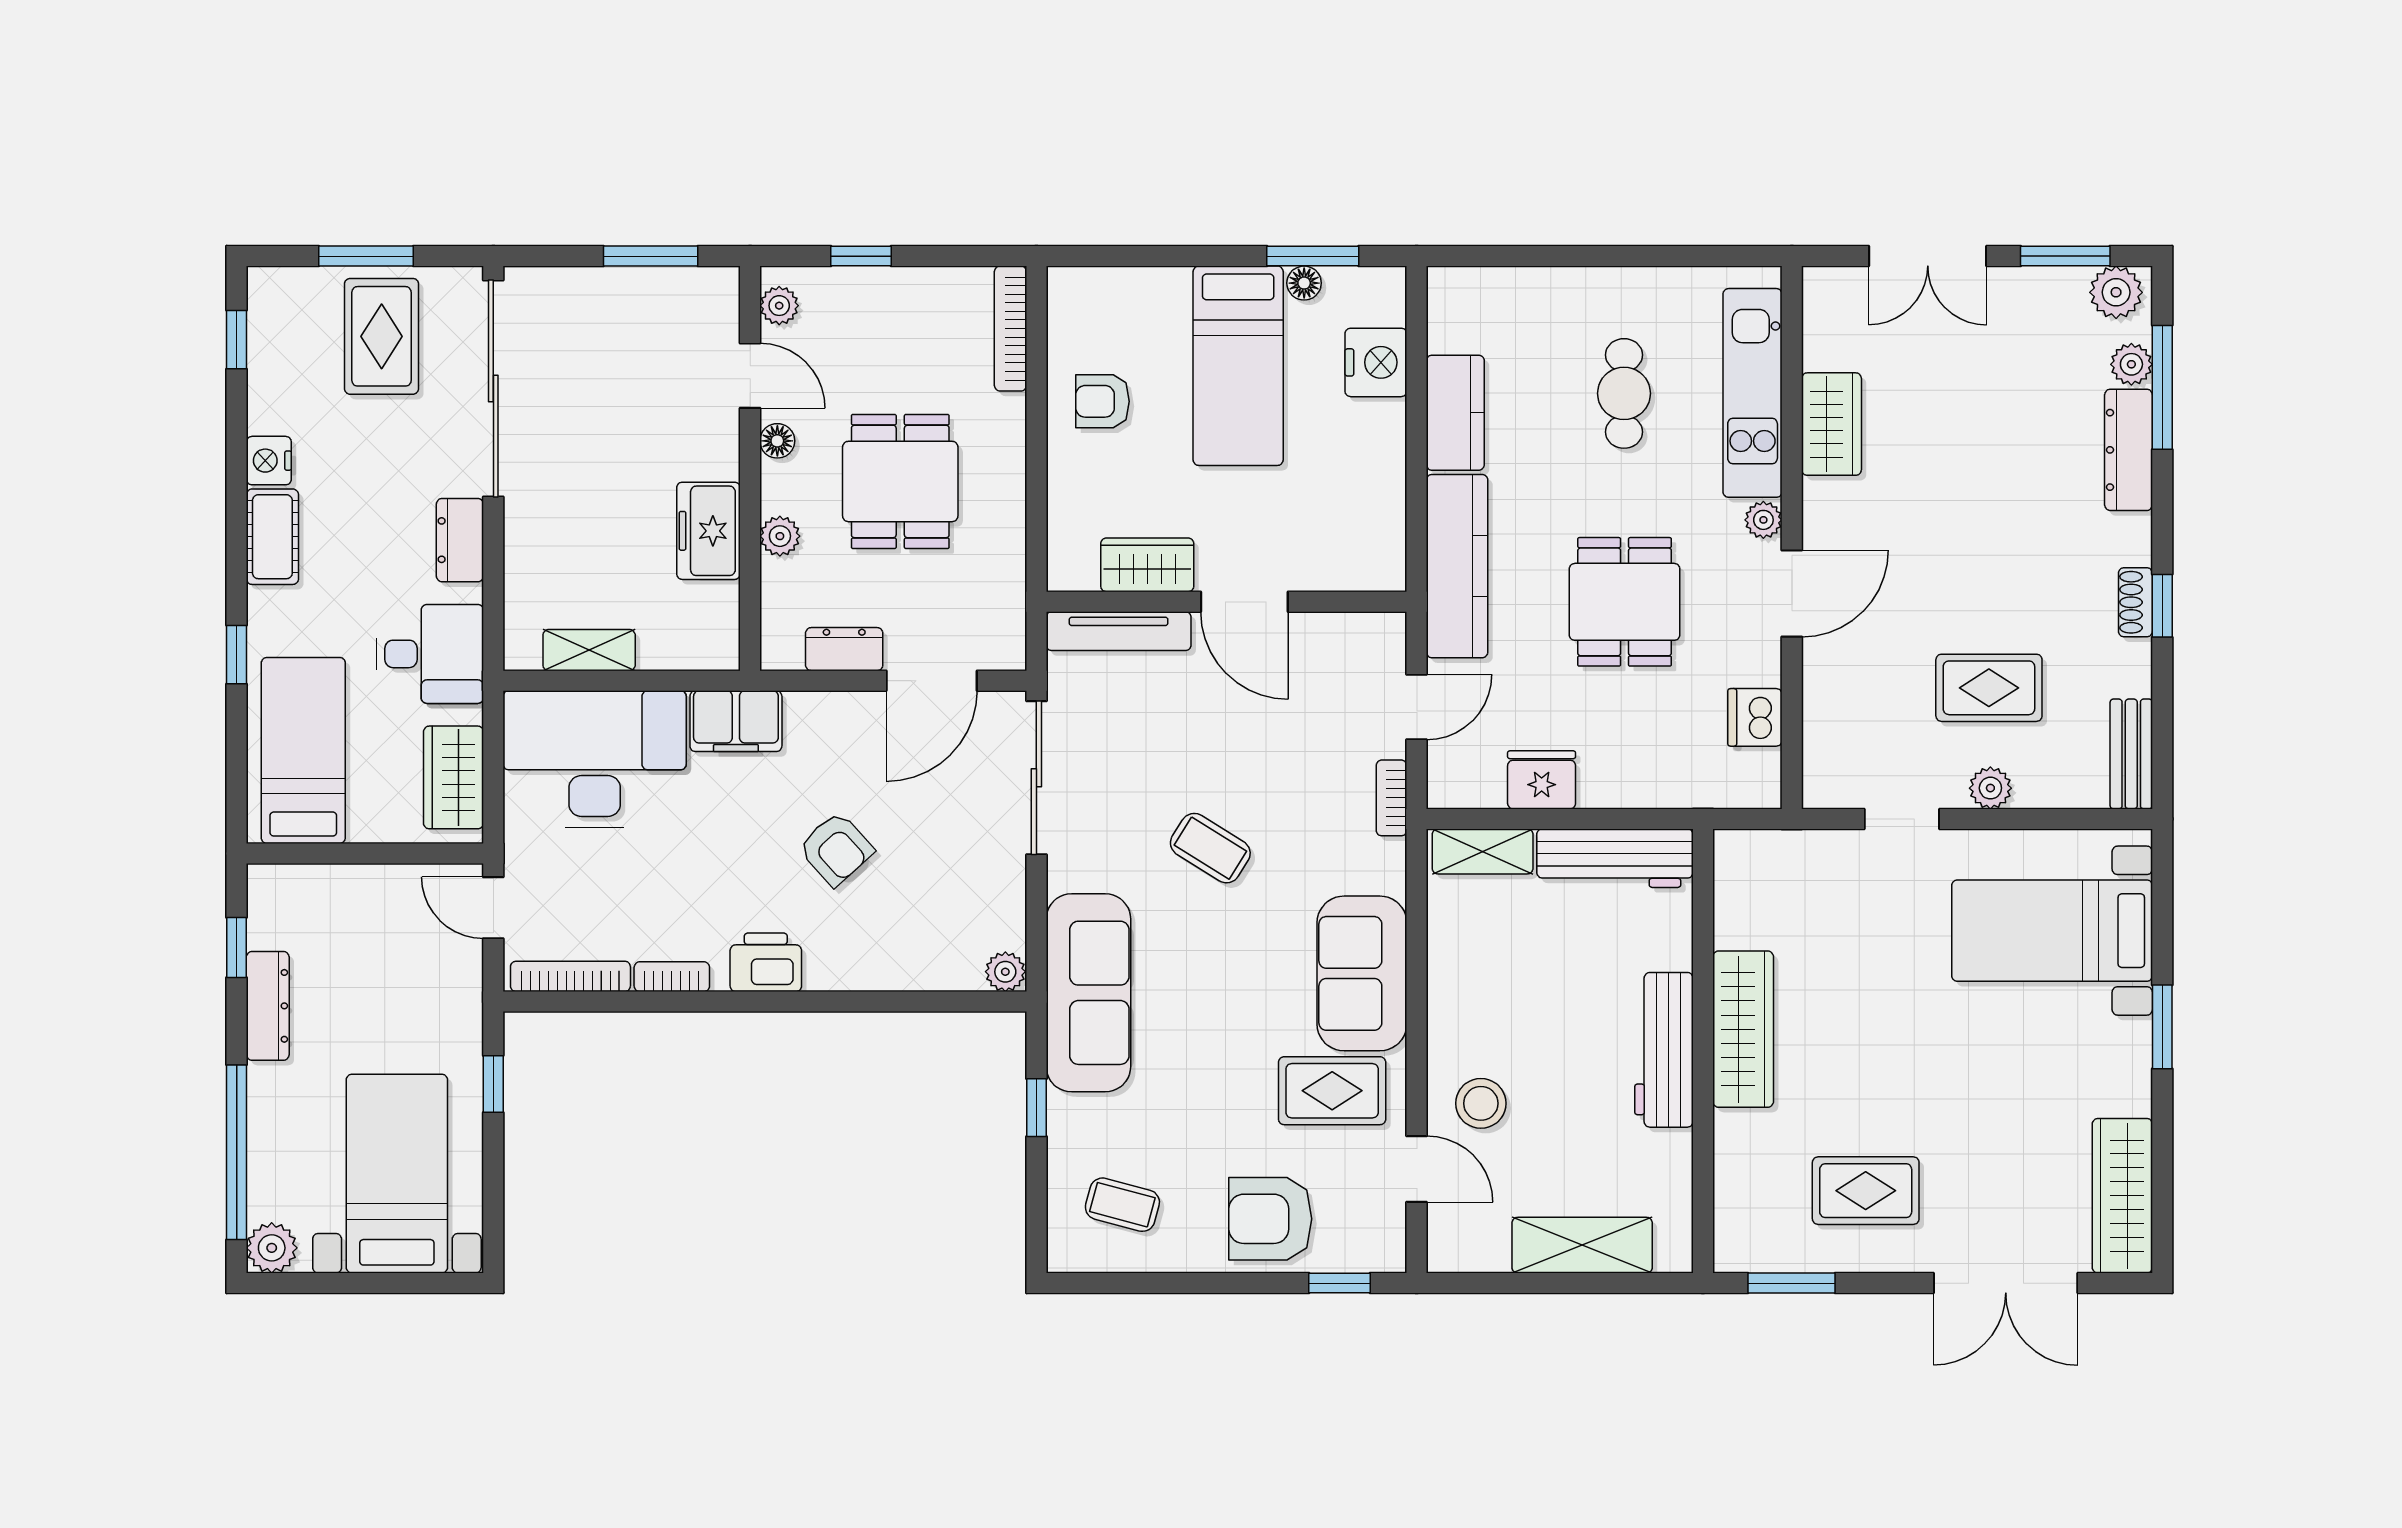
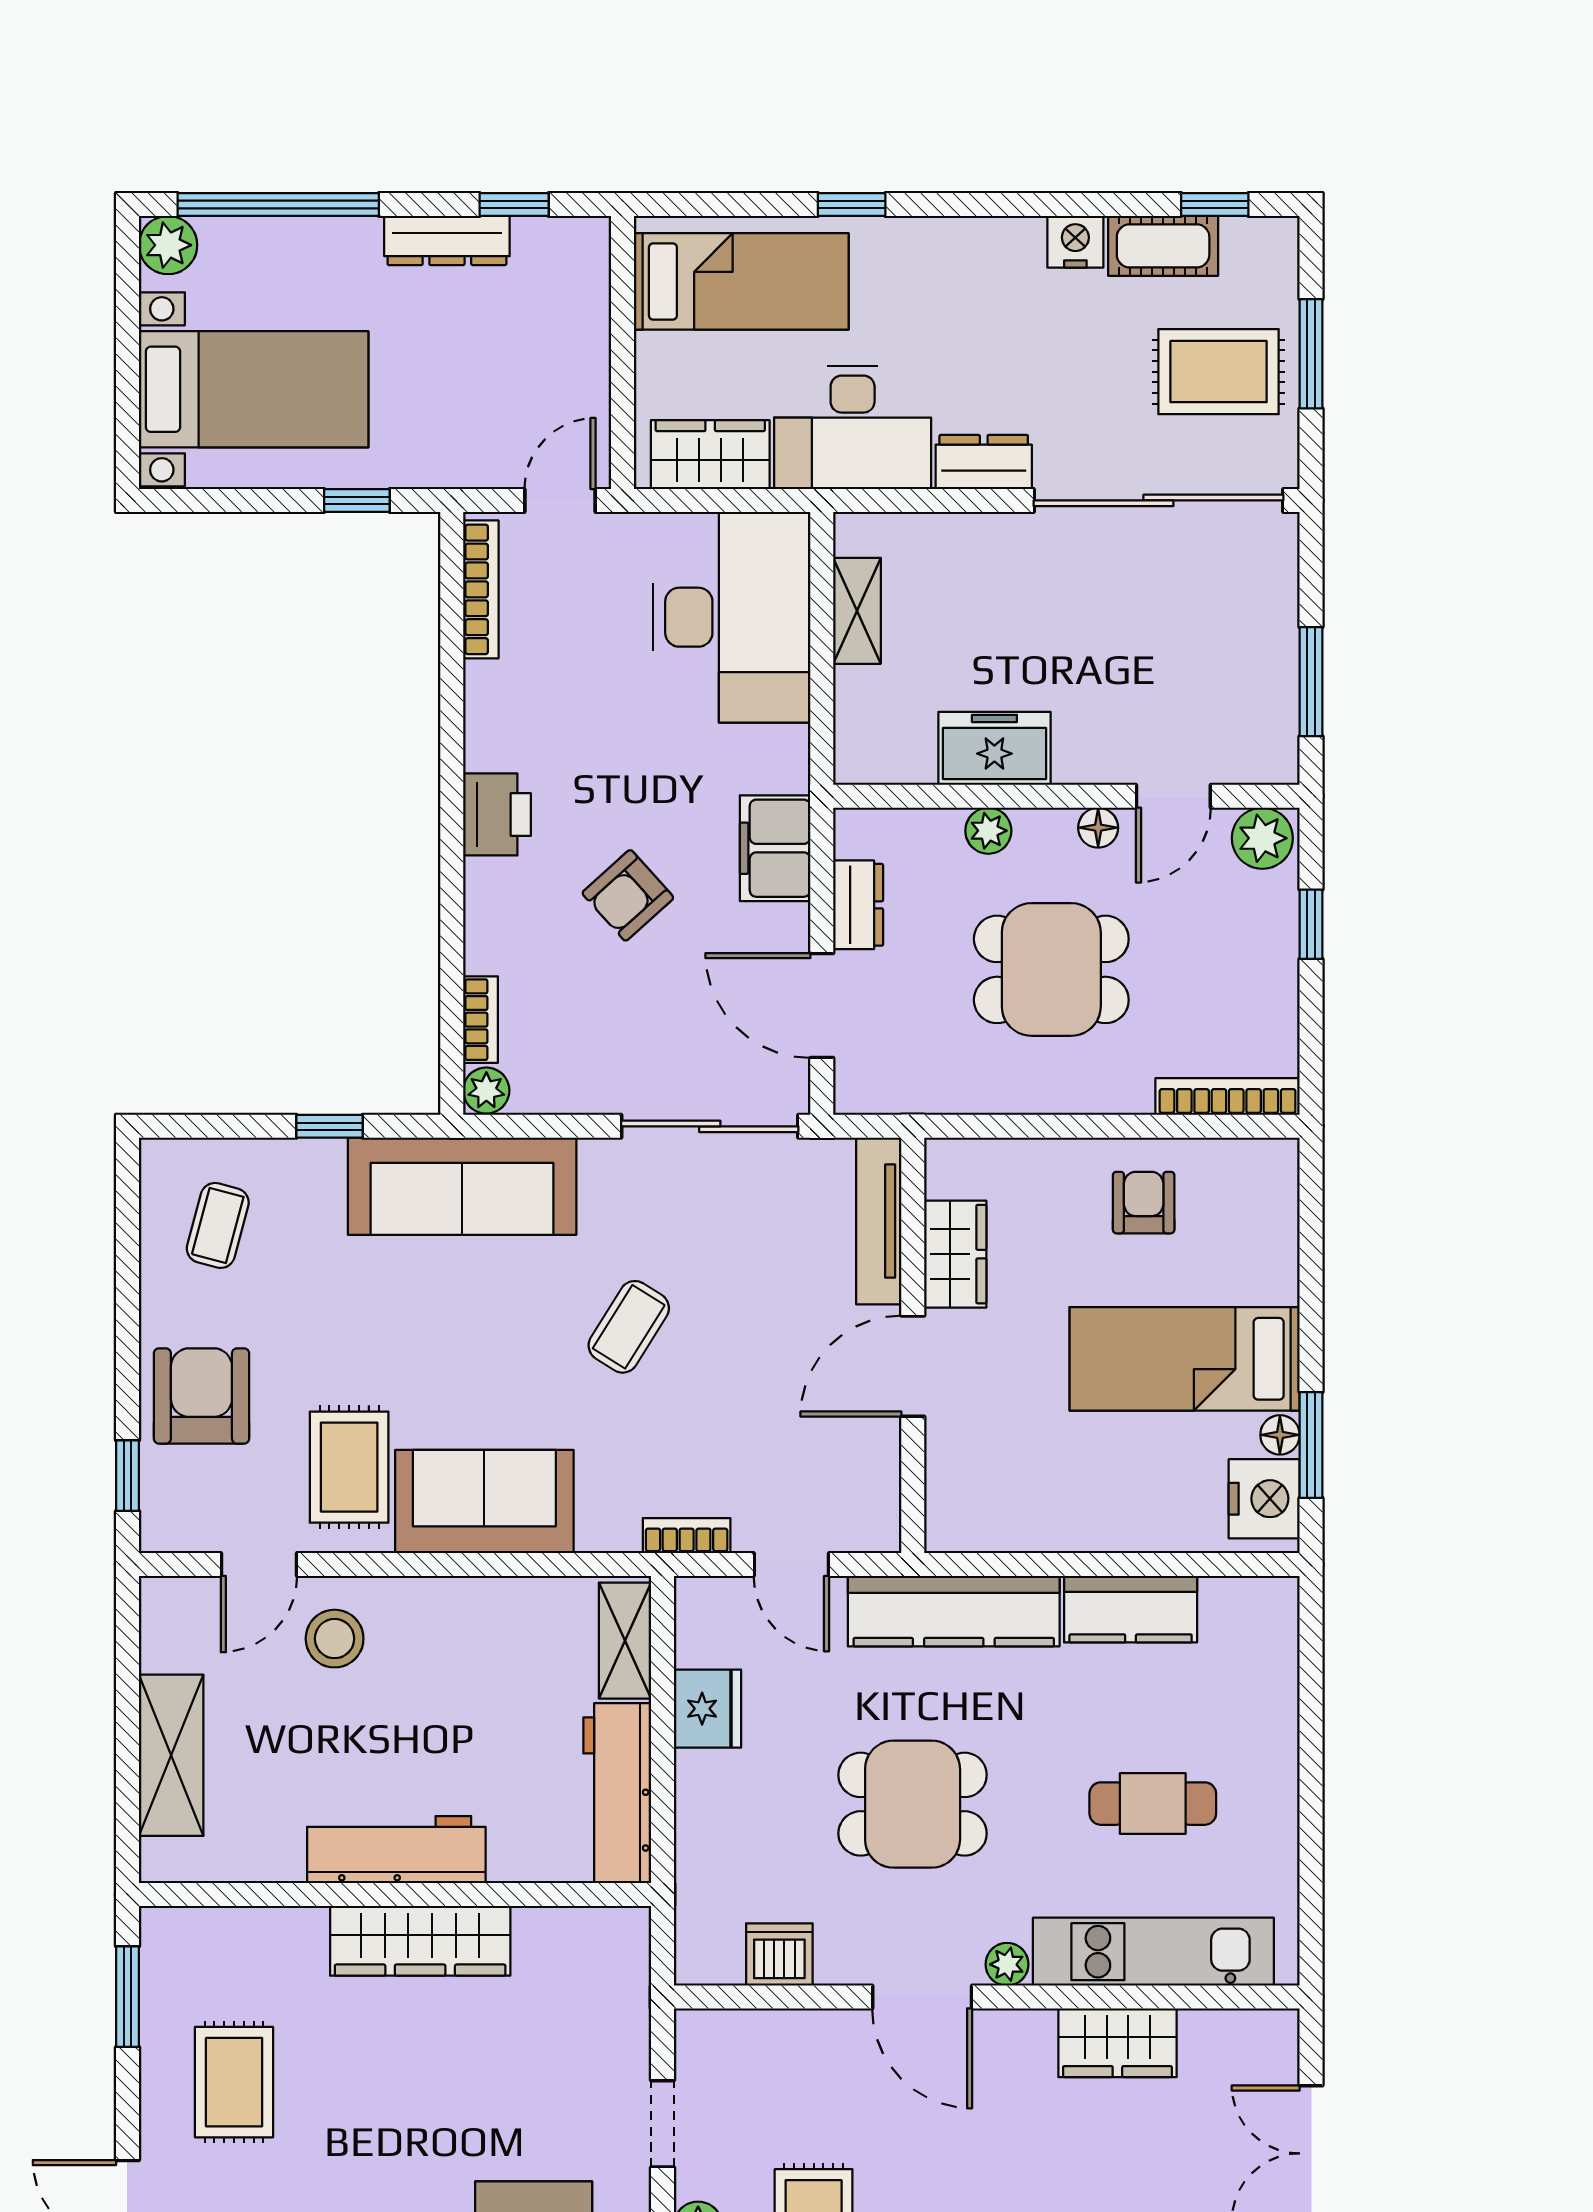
plant: (779, 306) -> (1262, 838), width x1.38, depth x1.38
nightstand: (1376, 362) -> (1264, 1499), moved, turned -90
cot: (272, 537) -> (1163, 246), moved
desk: (430, 654) -> (853, 427), width x1.37
filing cabinet: (736, 721) -> (775, 848), moved
bookcase: (672, 977) -> (481, 1020), moved

